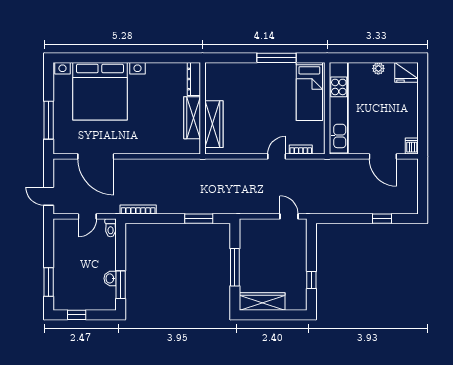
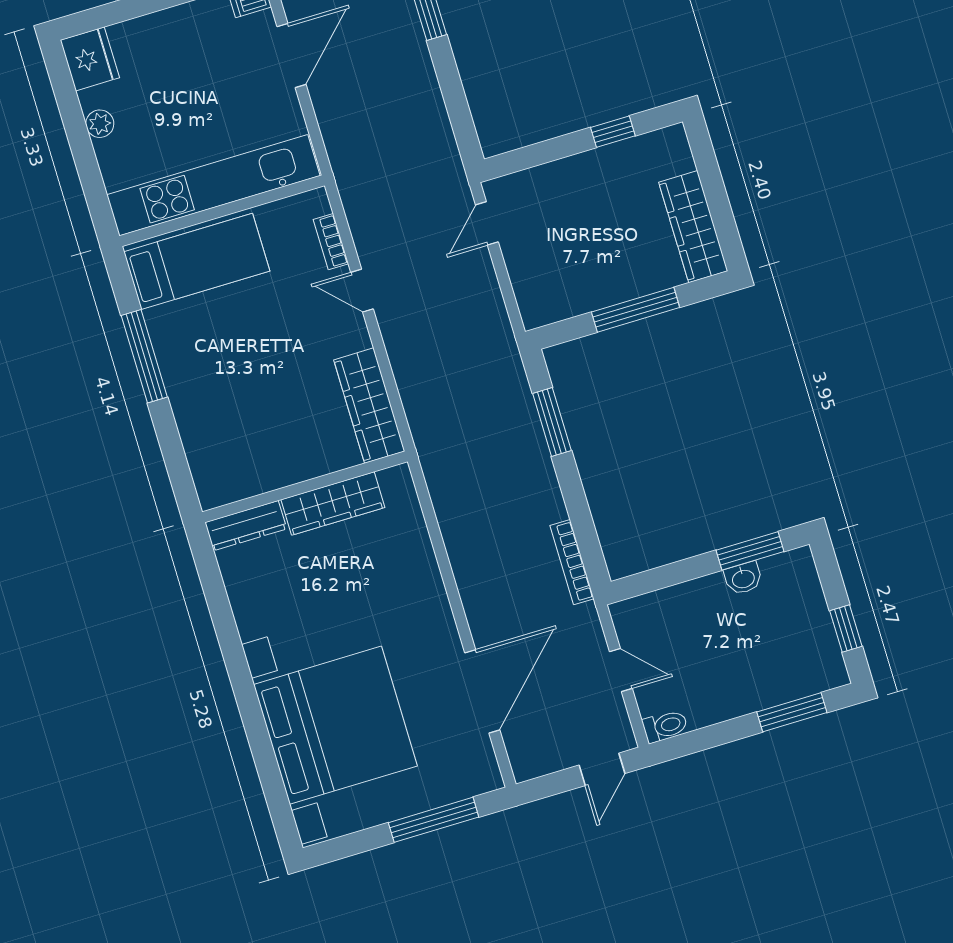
wardrobe: (214, 124) -> (369, 406), moved, turned -90
toilet: (111, 228) -> (665, 726), moved

